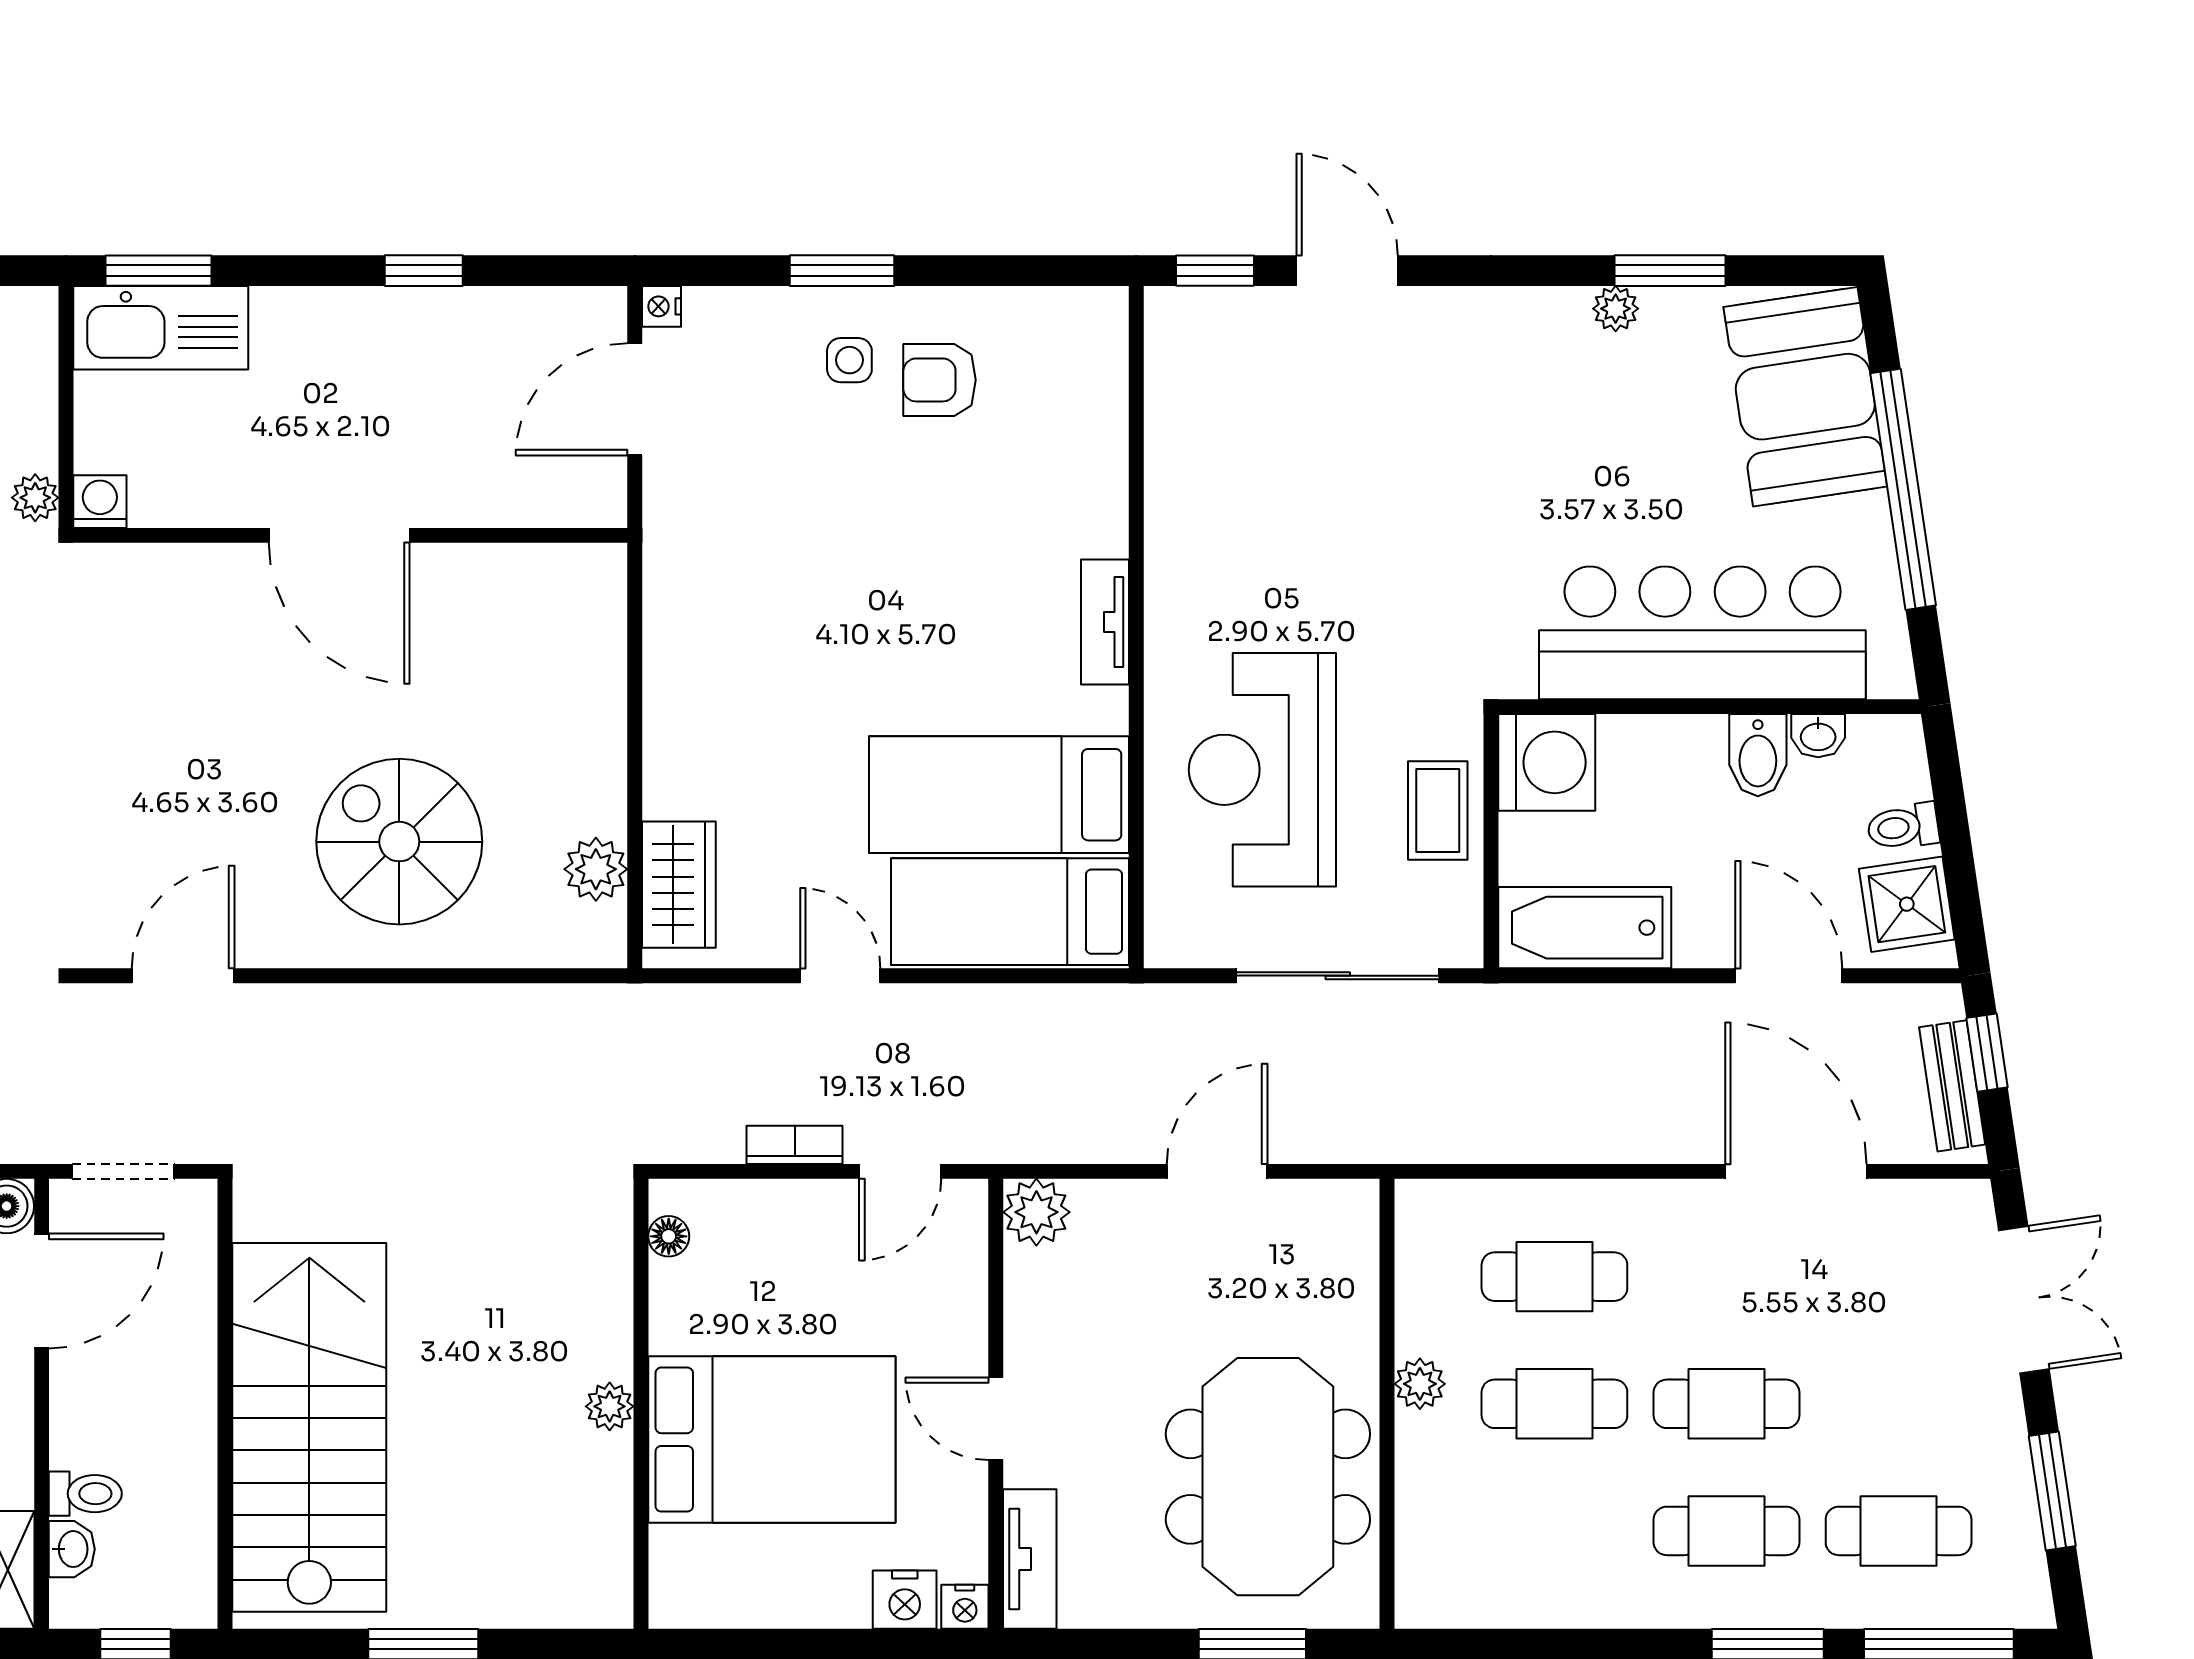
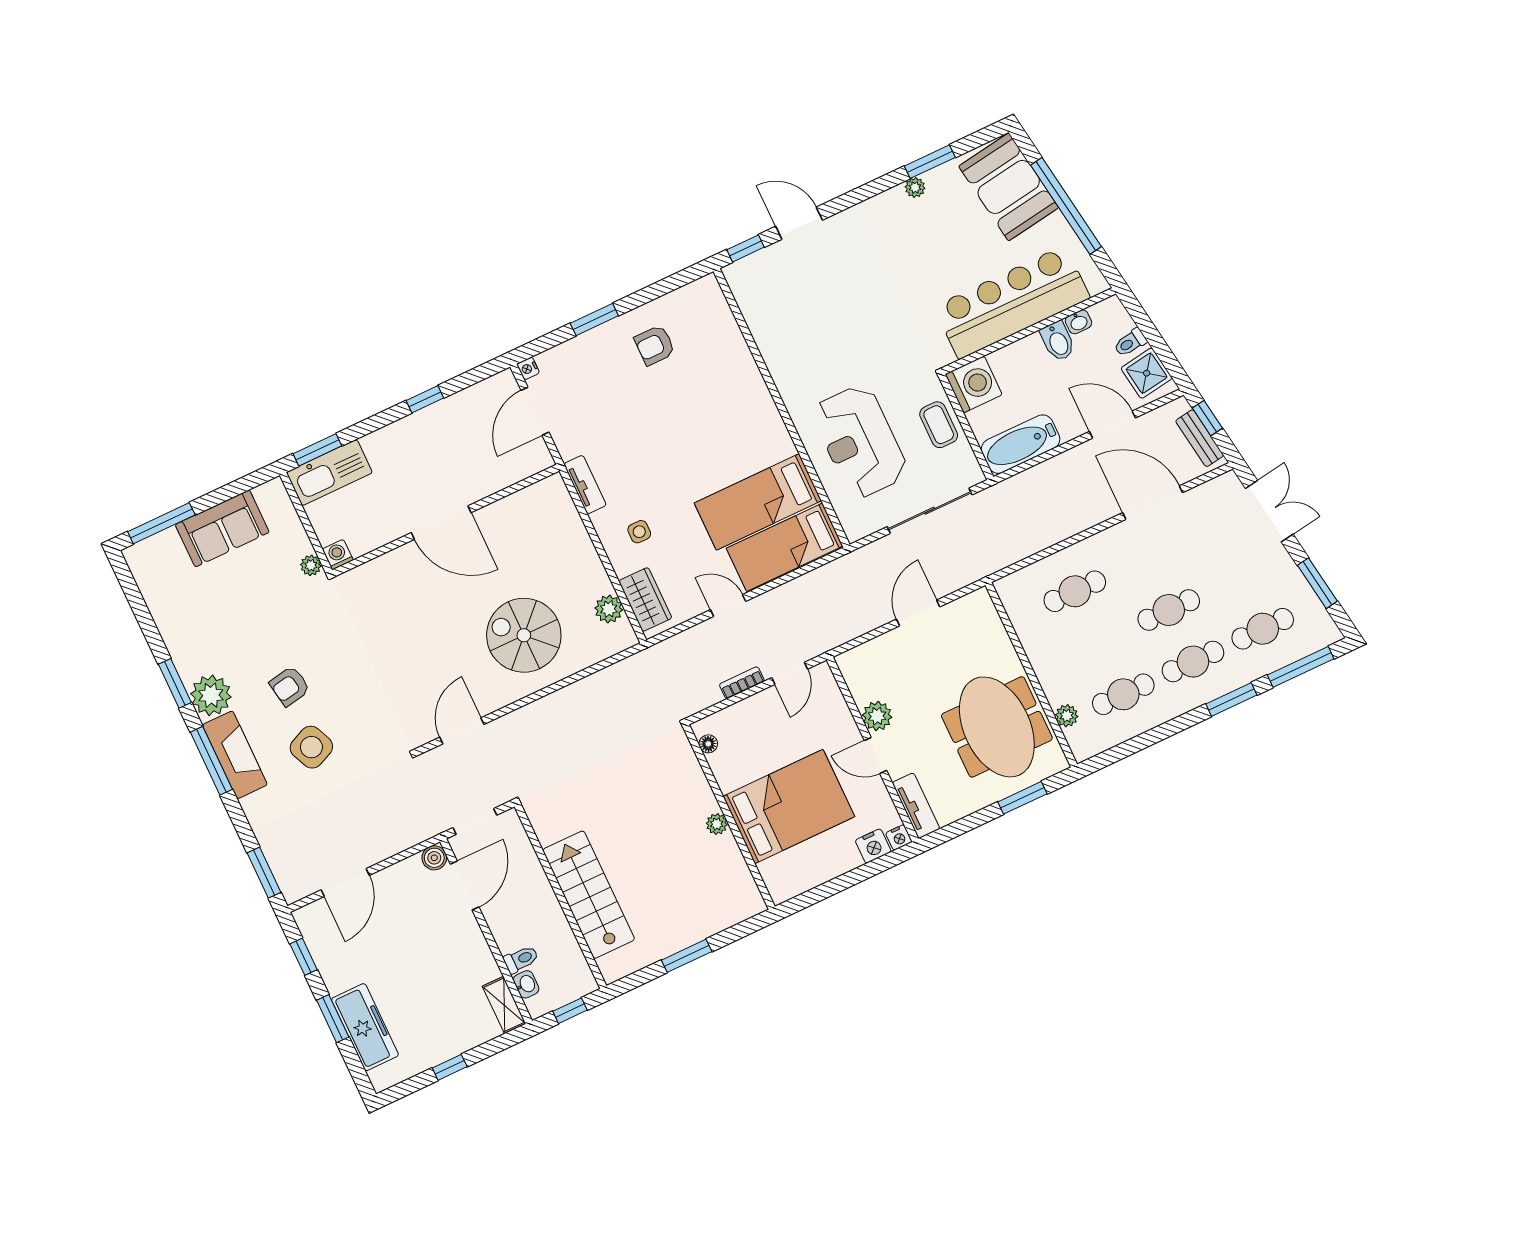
side table: (849, 360) -> (639, 532), moved
tv unit: (1105, 622) -> (585, 485), moved, turned 180
plant: (1036, 1212) -> (877, 716), moved
plant: (1420, 1384) -> (1067, 716), moved
cafe table: (1554, 1404) -> (1123, 694), moved
stairs: (309, 1427) -> (589, 895), width x0.73, depth x0.66

